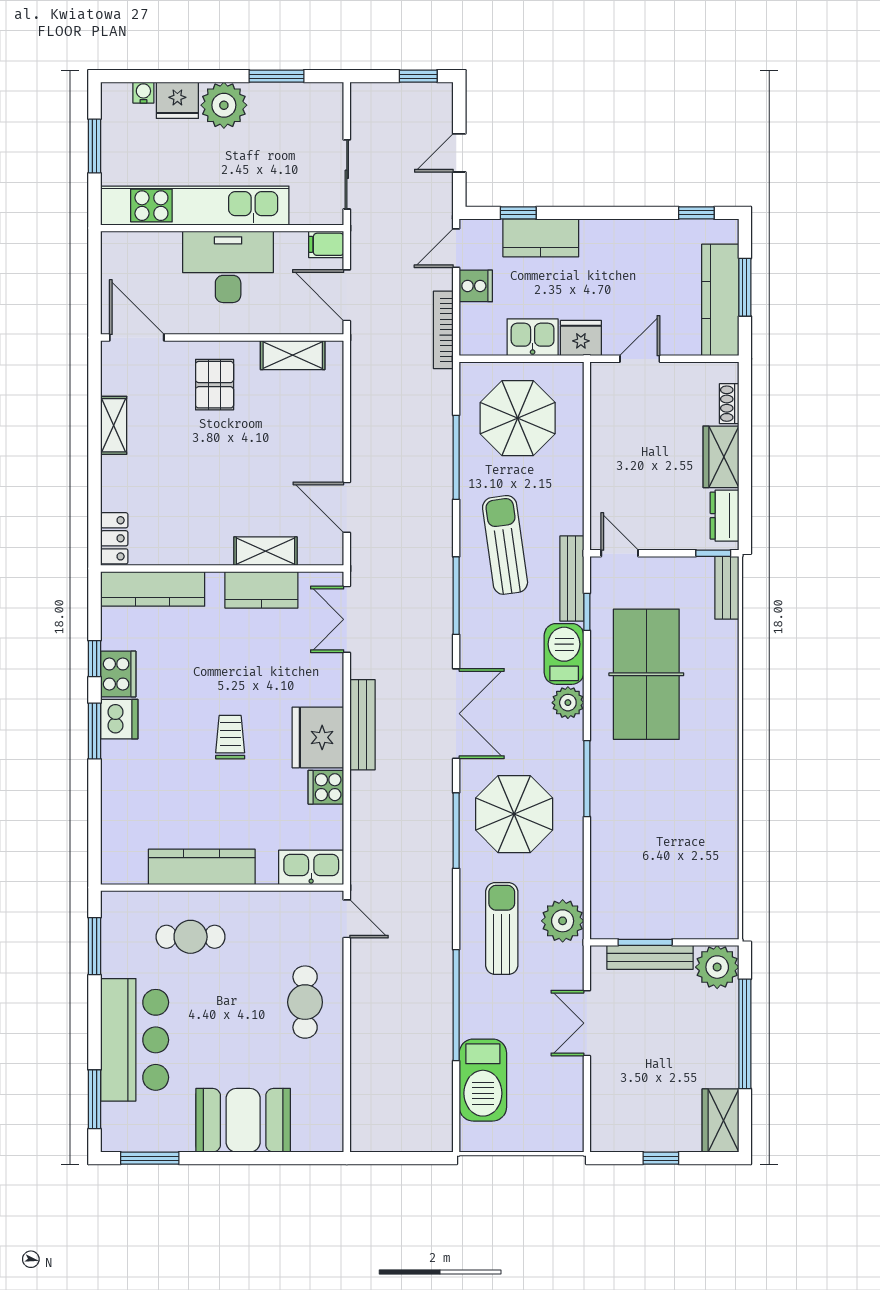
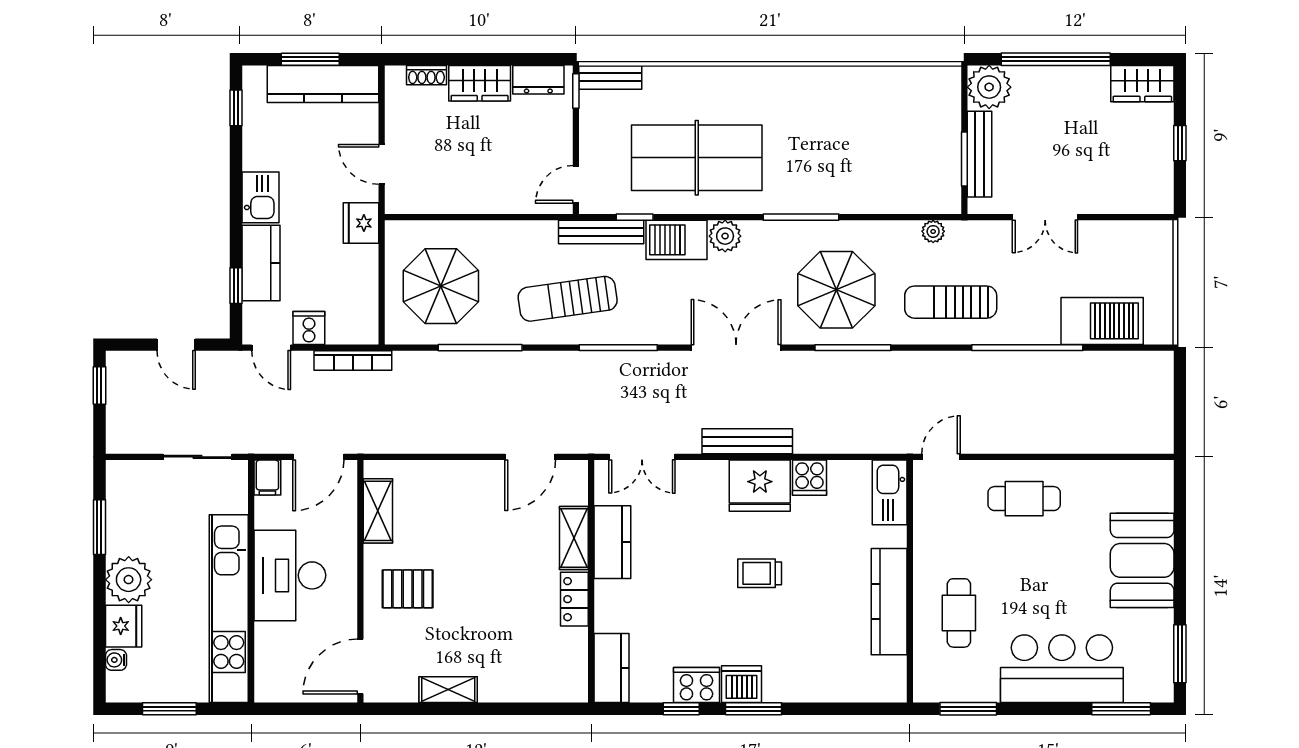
kitchen sink: (533, 337) -> (261, 197), moved, turned 180
locker: (114, 538) -> (574, 599), moved, turned -90
kitchen counter: (153, 589) -> (611, 668), width x0.67
plant: (563, 921) -> (933, 231), width x0.53, depth x0.53

